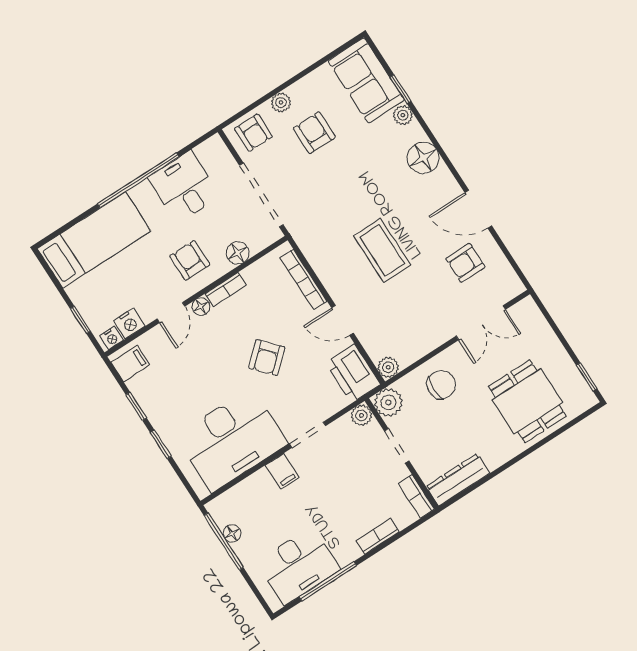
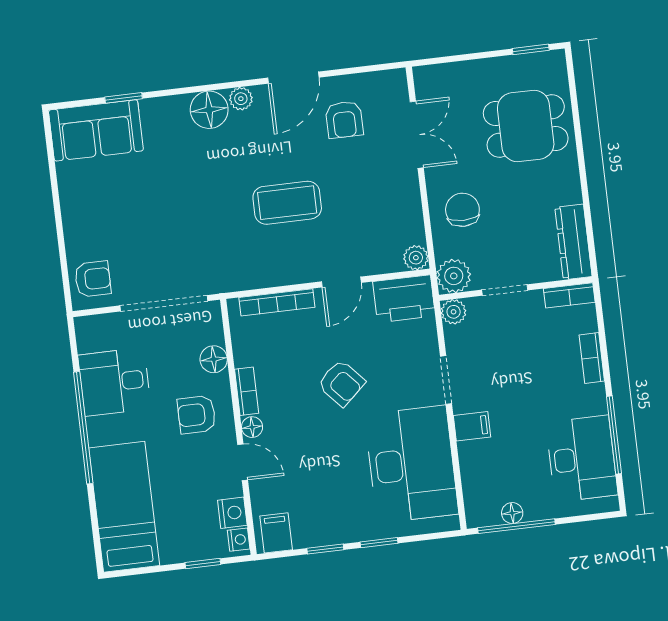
plant: (281, 103) -> (75, 234), removed
plant: (403, 115) -> (241, 99), moved
armchair: (314, 133) -> (125, 214), removed

